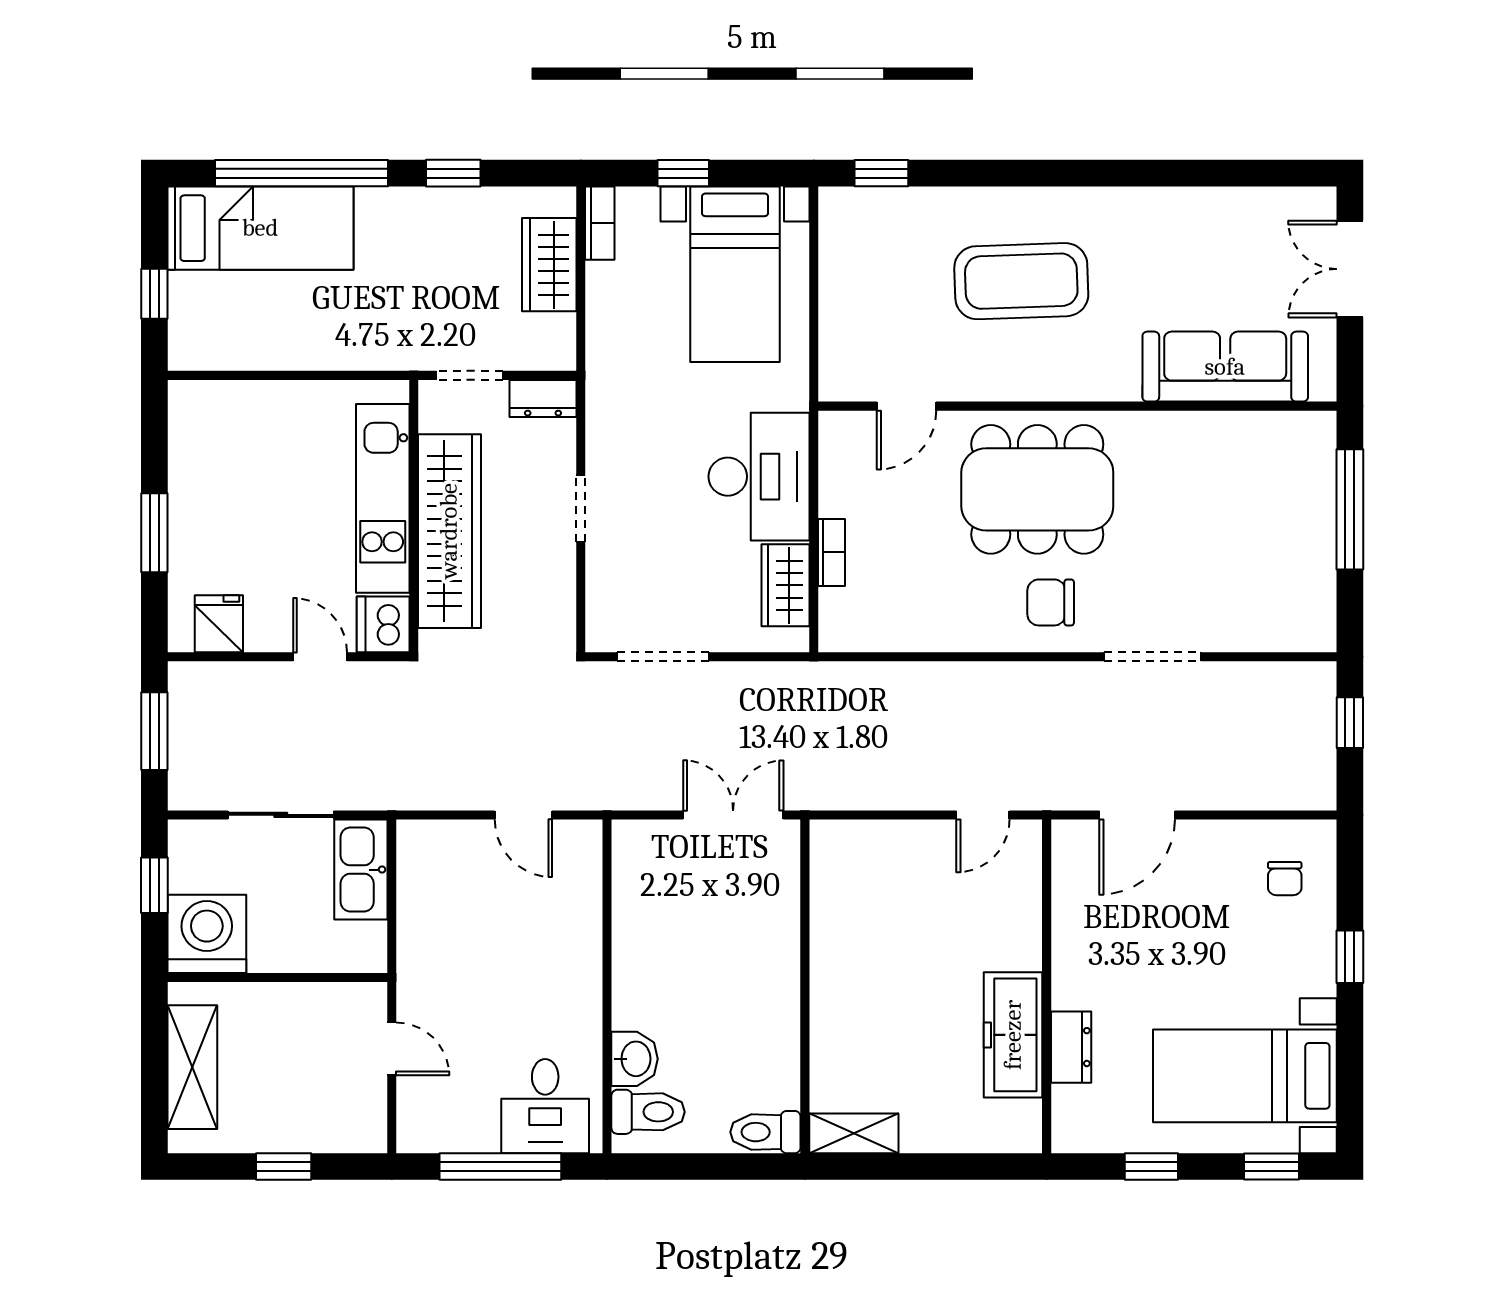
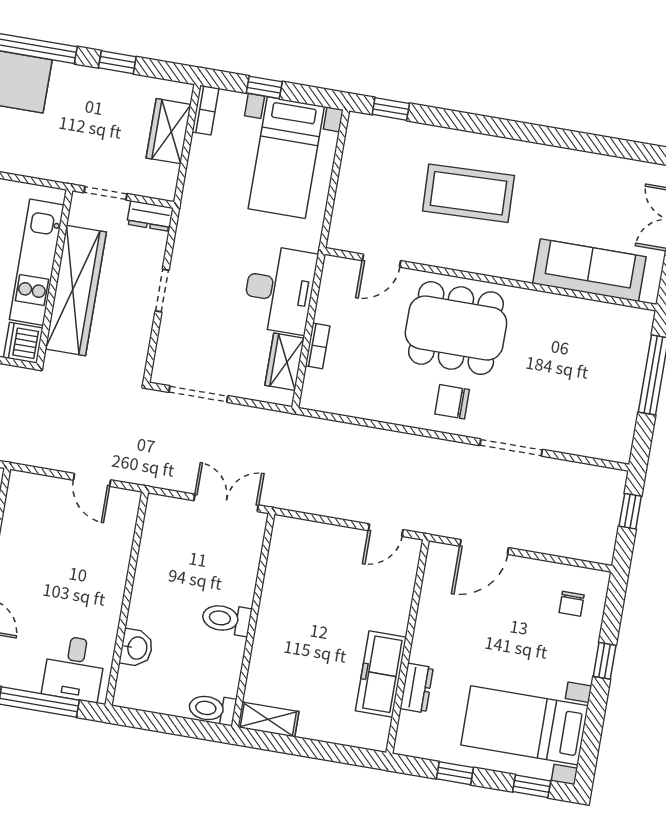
toilet: (648, 1112) -> (226, 619), moved, turned 180

